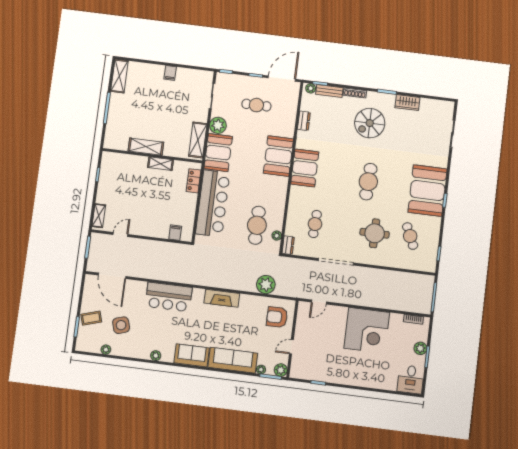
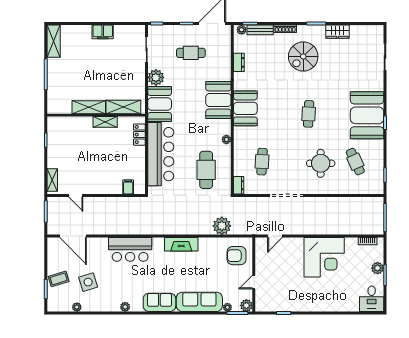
filing cabinet: (170, 73) -> (103, 32), width x2.00
shelving: (198, 140) -> (123, 107), moved, turned 90
cafe table: (368, 182) -> (309, 114), width x0.73, depth x0.74
door: (120, 235) -> (76, 195), swing flipped
plant: (277, 236) -> (226, 139), moved

